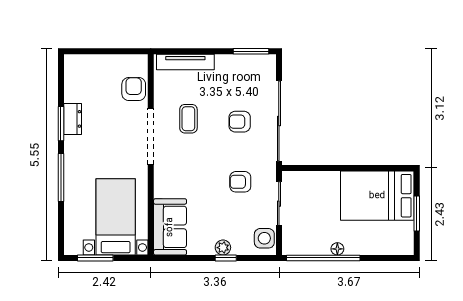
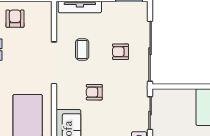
armchair: (134, 89) -> (15, 19), moved
armchair: (240, 182) -> (94, 92), moved

